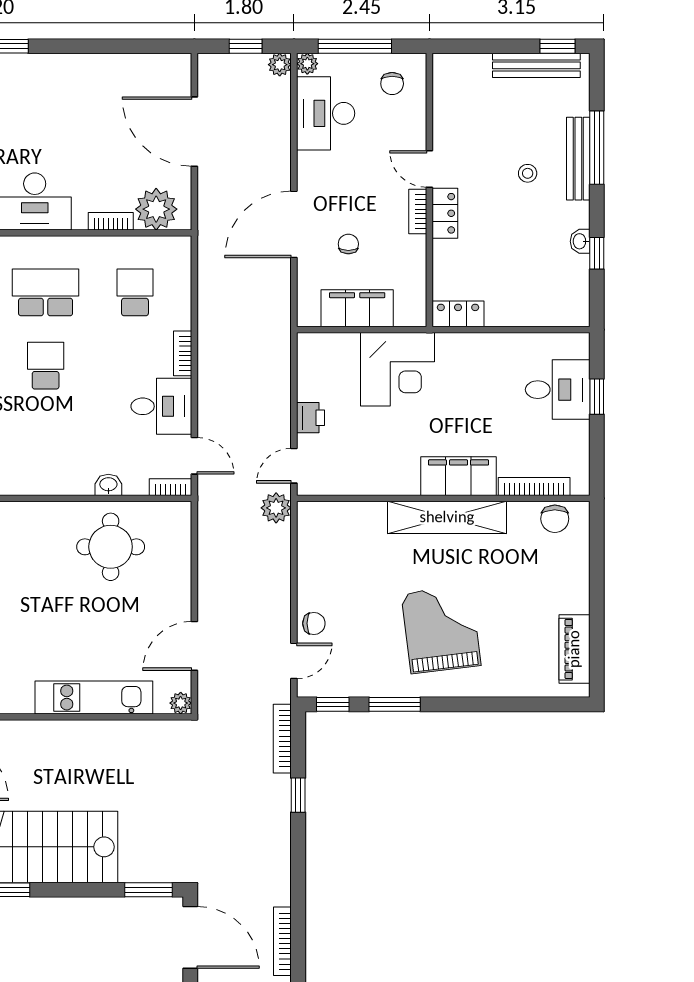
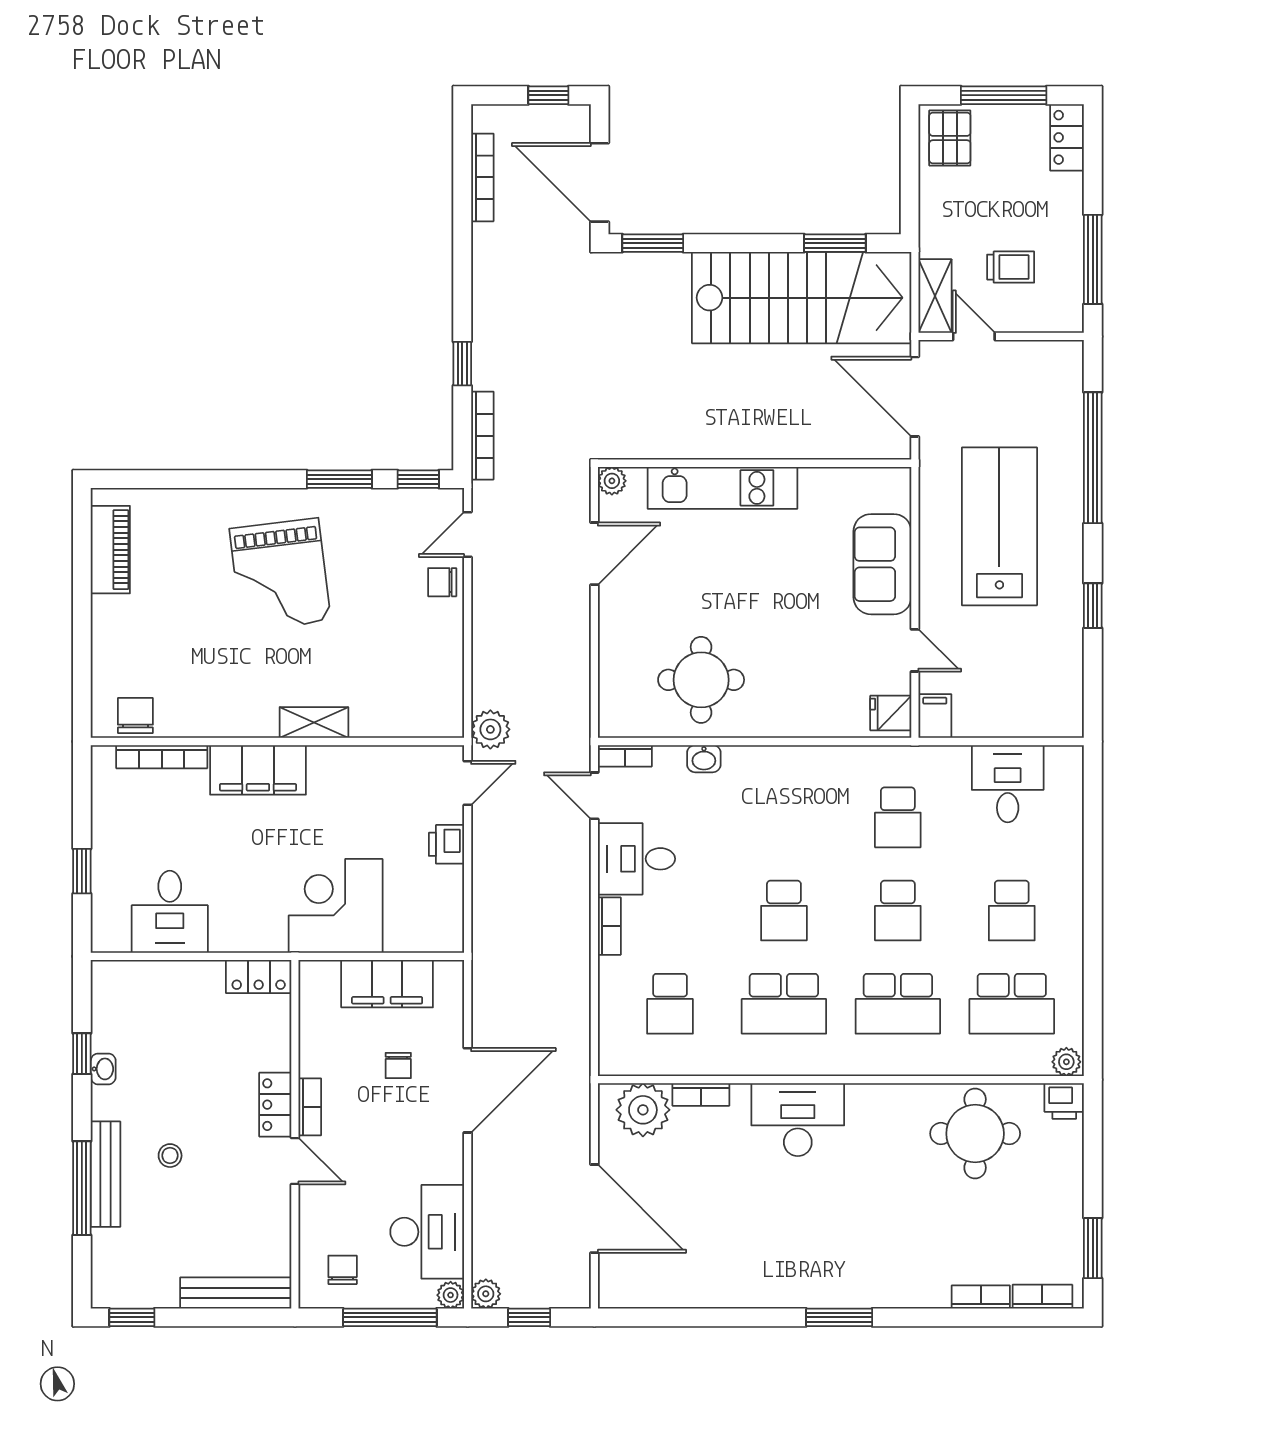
bench: (536, 65) -> (236, 1293), moved
desk: (558, 390) -> (170, 912), moved, turned -90
shelving: (447, 517) -> (314, 722), width x0.45, depth x0.75

